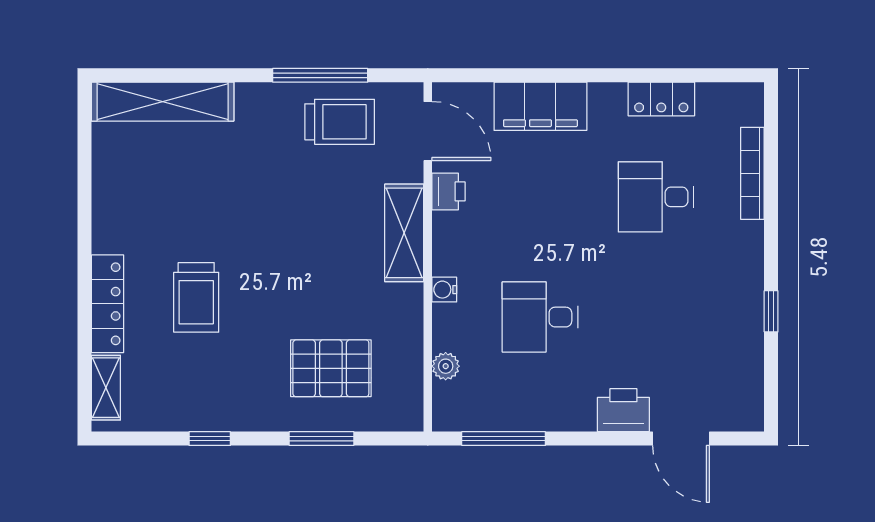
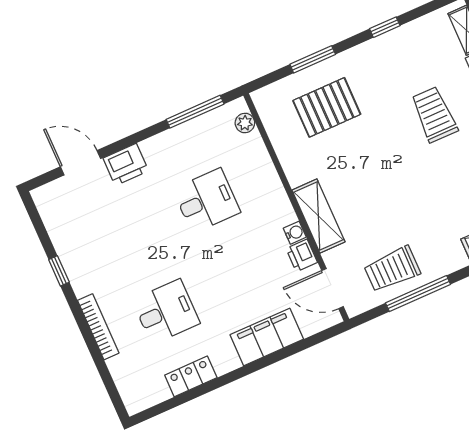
bookcase: (752, 173) -> (98, 327), moved
water cooler: (444, 290) -> (295, 233), moved
plant: (446, 366) -> (245, 123), moved

